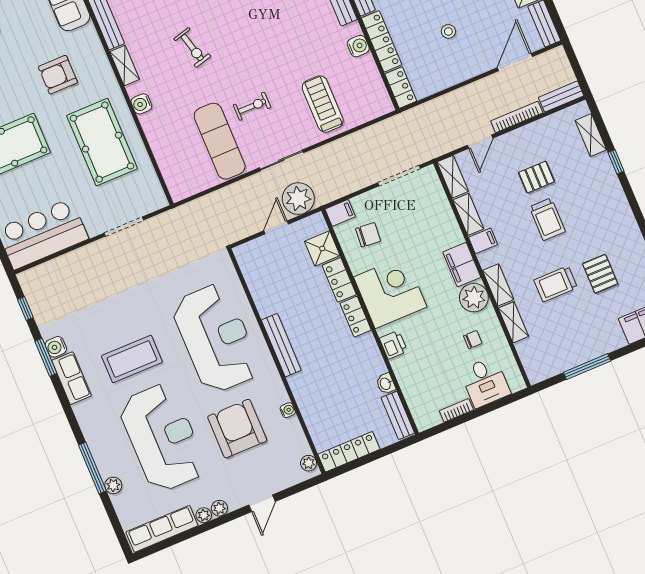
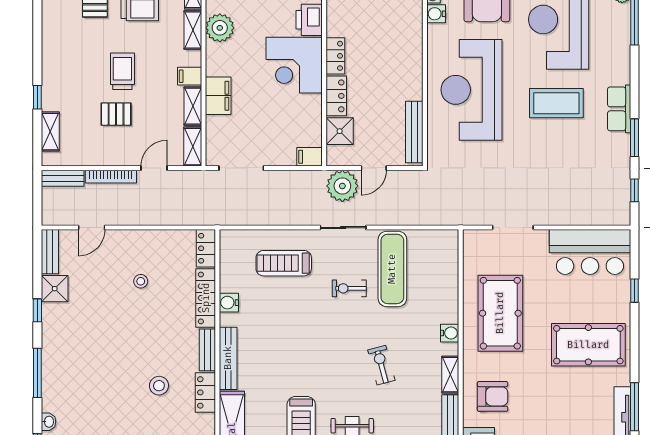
door: (515, 62) -> (92, 228), width x0.73
armchair: (58, 75) -> (493, 396), moved
treadmill: (323, 104) -> (284, 263), turned 90
chair: (368, 235) -> (292, 126), removed
filing cabinet: (462, 265) -> (218, 96), moved
bench: (281, 345) -> (414, 132), moved
printer: (393, 345) -> (309, 20), width x1.36, depth x1.24
water cooler: (56, 347) -> (436, 14), moved, turned 180

